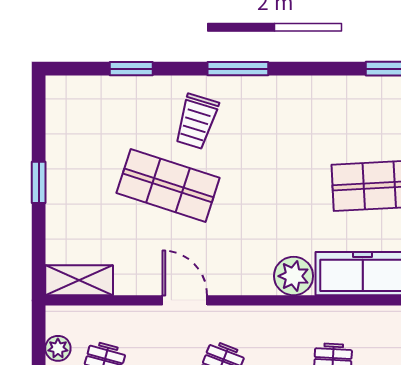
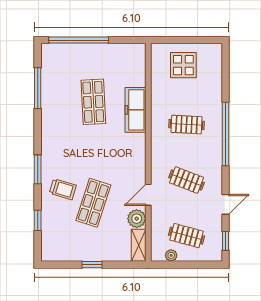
plant: (294, 276) -> (137, 219), moved

